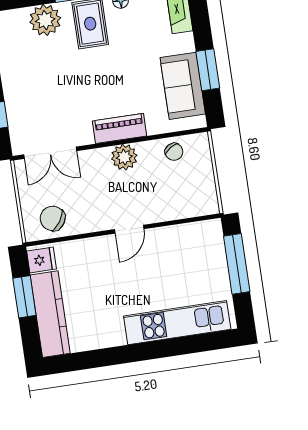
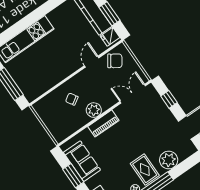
chair: (174, 152) -> (72, 99), moved
door: (129, 229) -> (92, 62), moved

